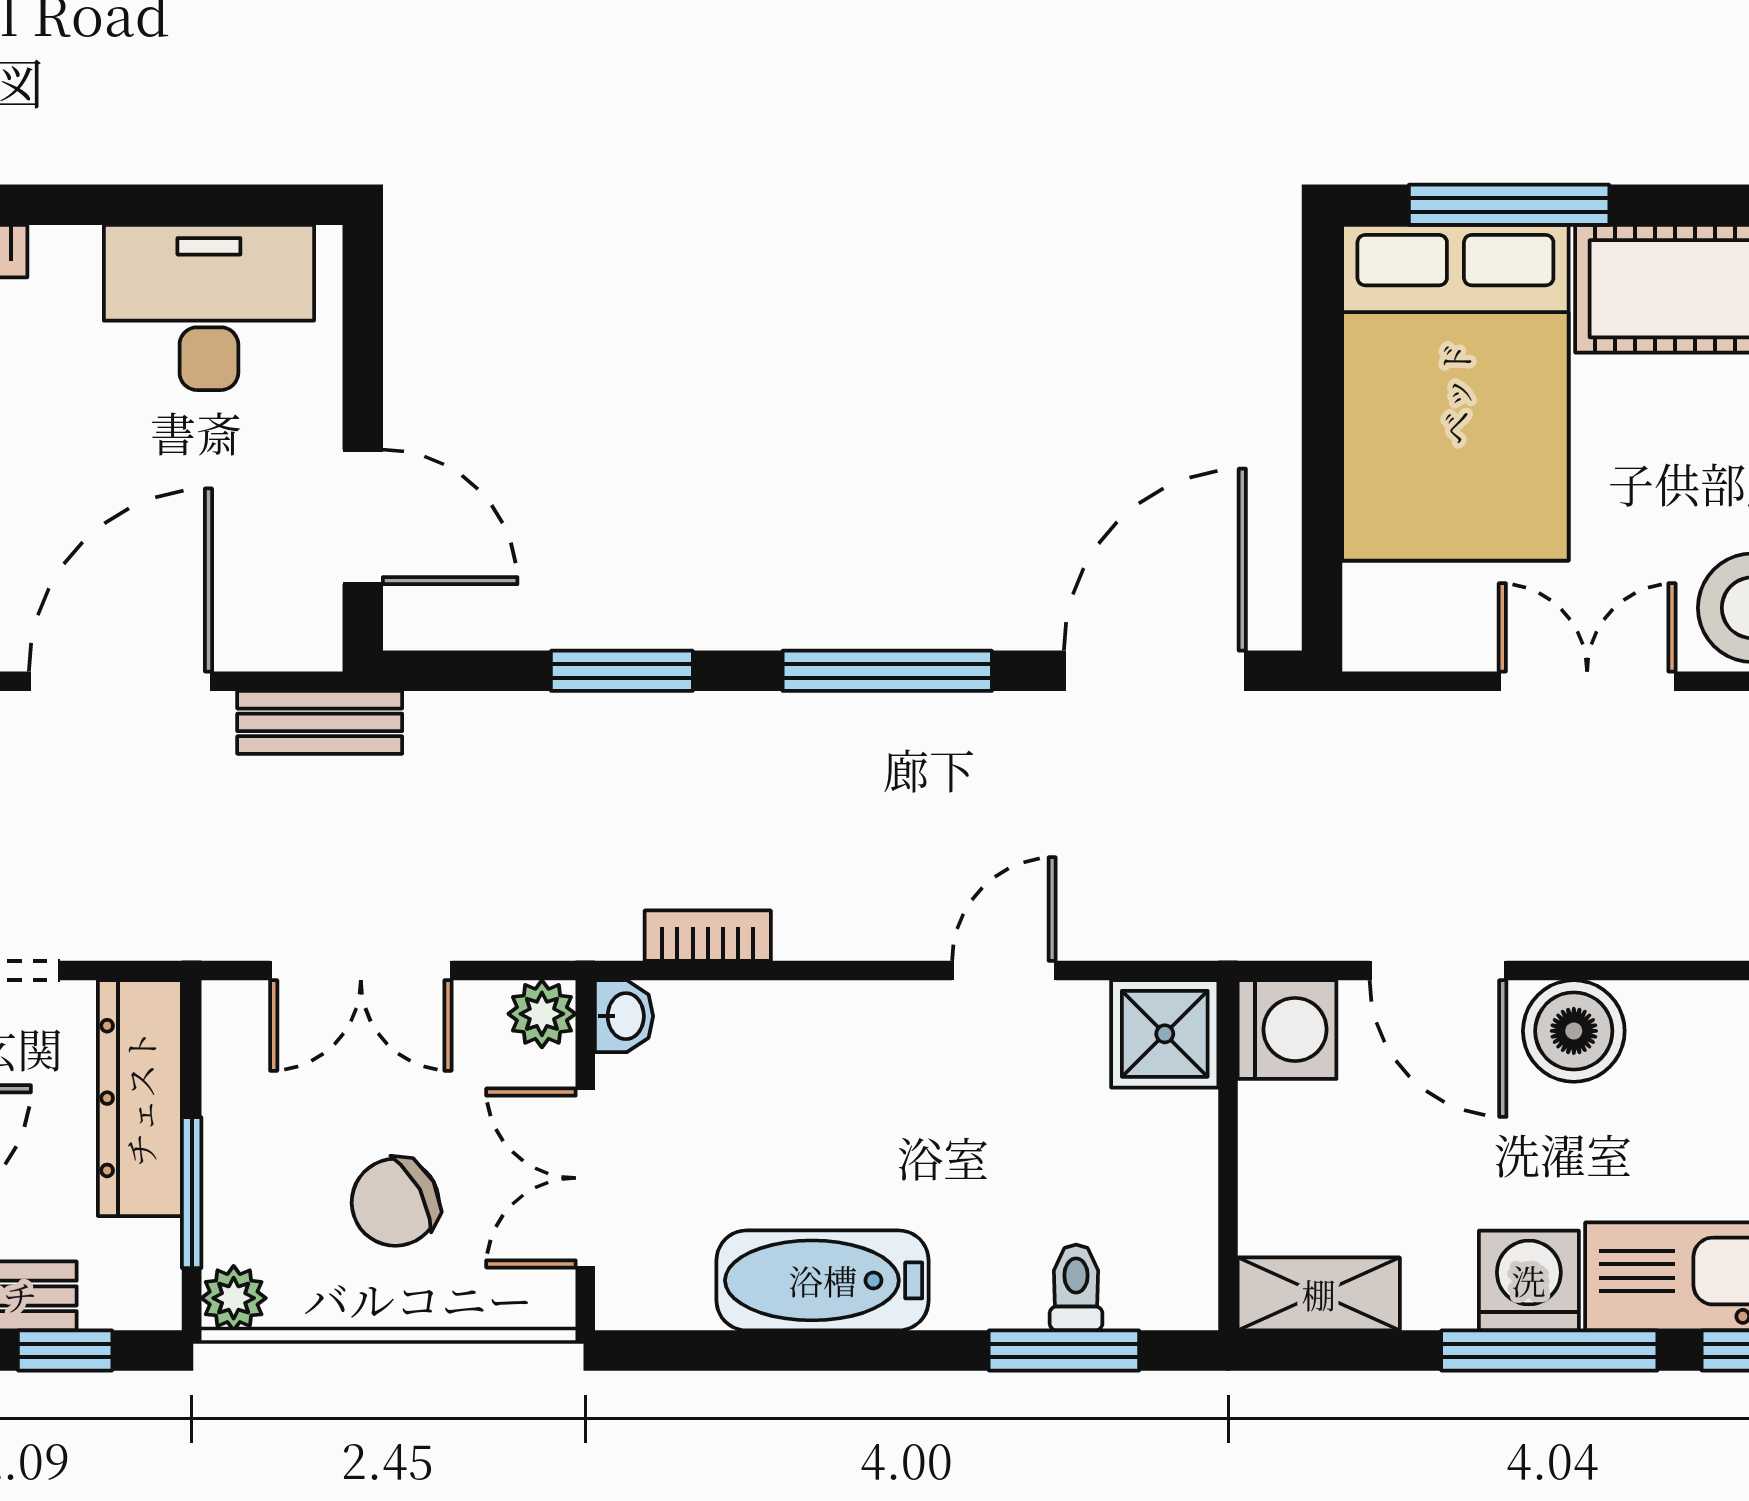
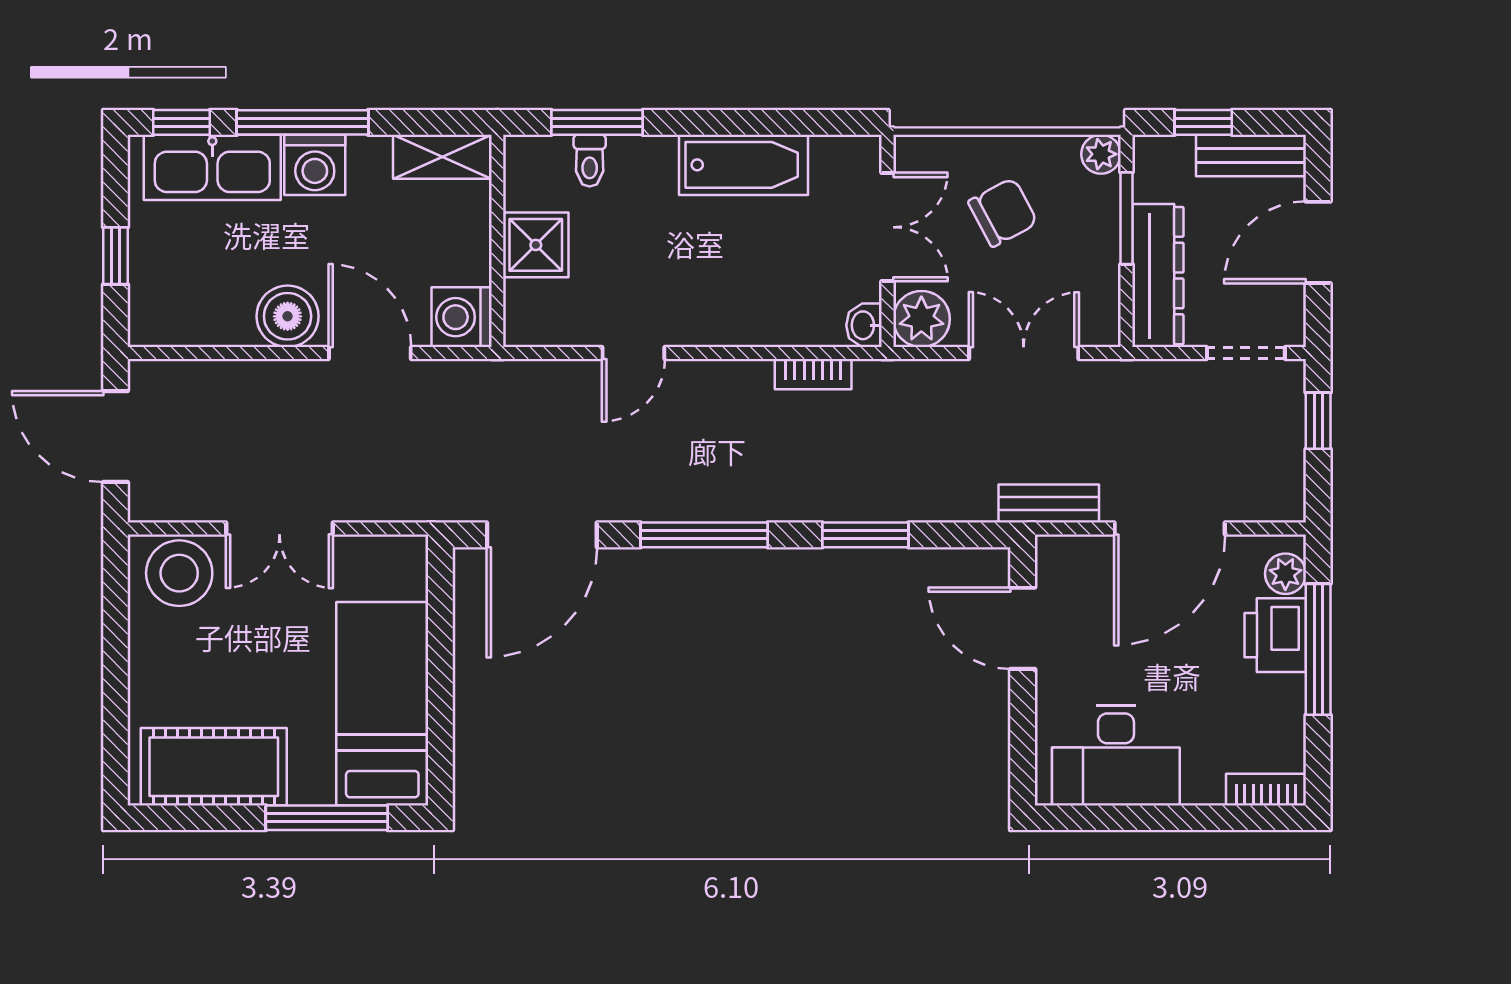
bed: (1455, 393) -> (382, 704), width x0.67
plant: (542, 1014) -> (921, 319), width x1.38, depth x1.38
shower: (1165, 1034) -> (536, 245), moved

